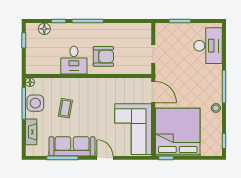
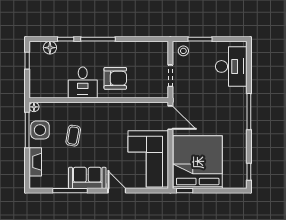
stool: (216, 108) -> (183, 51), moved
sofa: (72, 146) -> (87, 178), width x0.73

